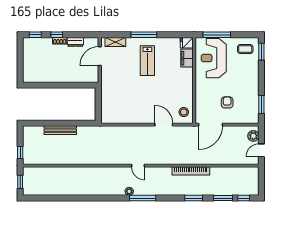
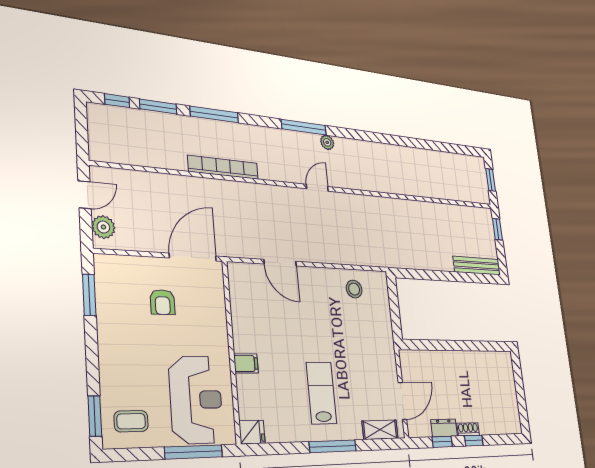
window: (35, 35) -> (442, 442), moved
filing cabinet: (187, 58) -> (246, 363), moved, width x0.50
stool: (184, 112) -> (354, 289), moved
bench: (60, 130) -> (477, 266), moved
door: (138, 166) -> (317, 188), hinge flipped
window: (194, 198) -> (214, 114), width x1.44

